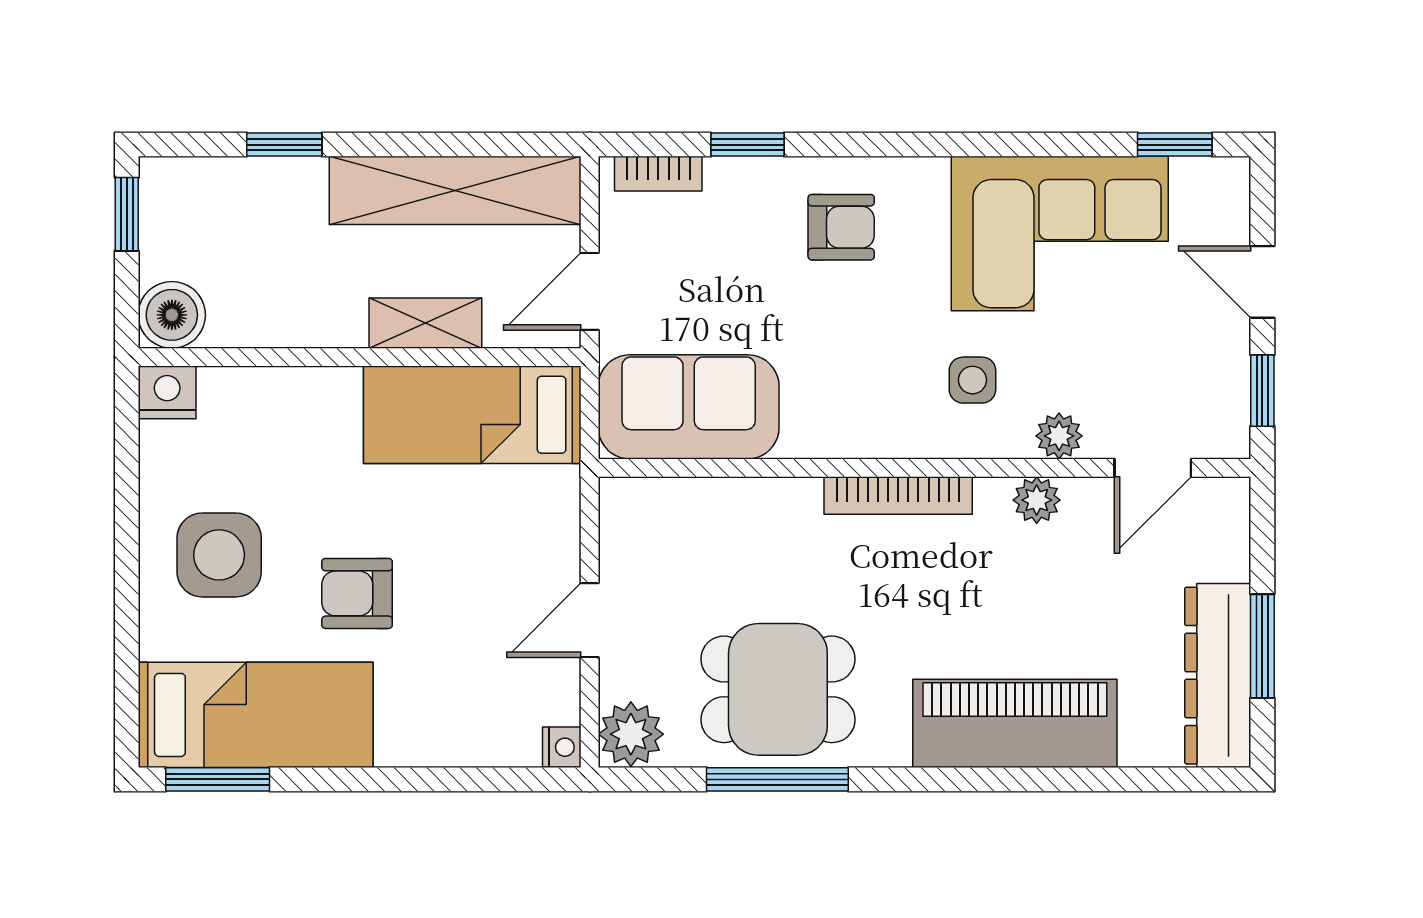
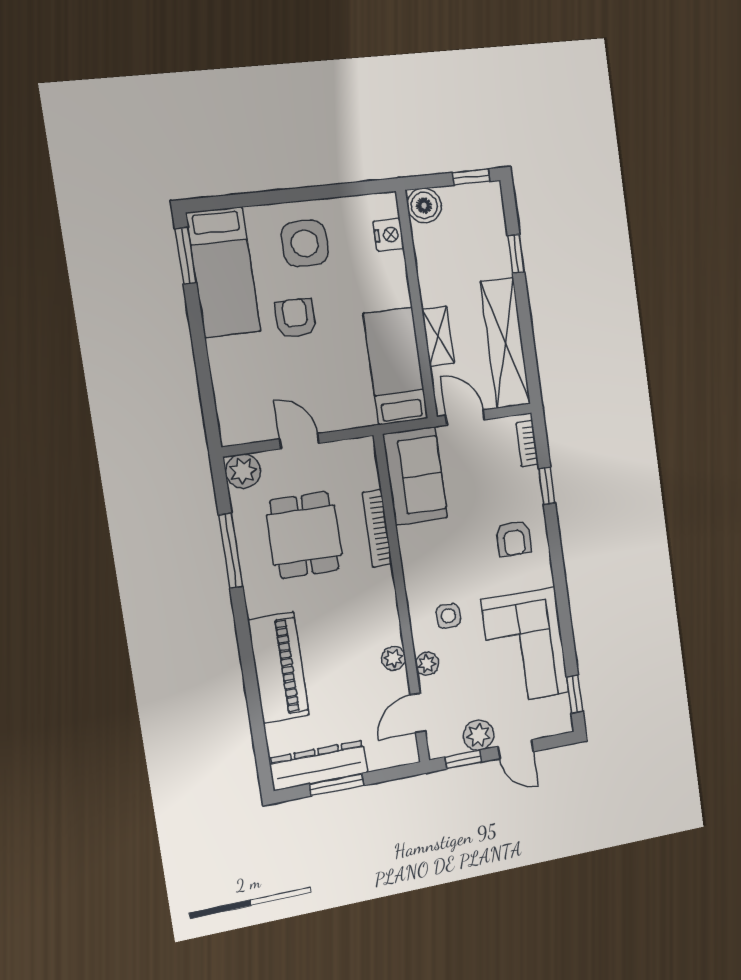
door: (1262, 282) -> (516, 749), swing flipped
plant: (1220, 353) -> (479, 735), added
nightstand: (167, 392) -> (389, 235), moved
door: (1153, 468) -> (418, 713), hinge flipped
bookcase: (898, 495) -> (377, 528), moved
dining table: (778, 689) -> (304, 535), moved
nightstand: (562, 747) -> (231, 436), removed

